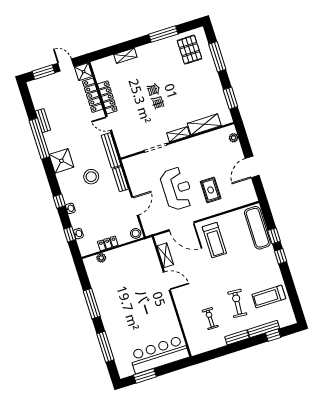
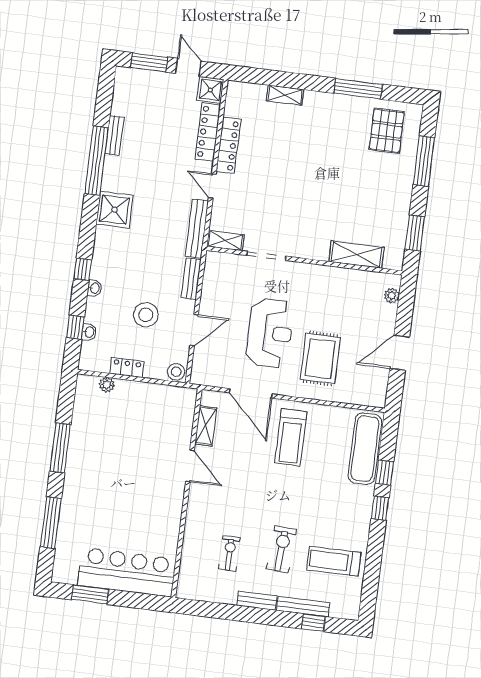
shelving: (178, 134) -> (225, 241), moved
stool: (91, 177) -> (146, 315), moved
rug: (211, 190) -> (320, 358), width x1.36, depth x1.43

